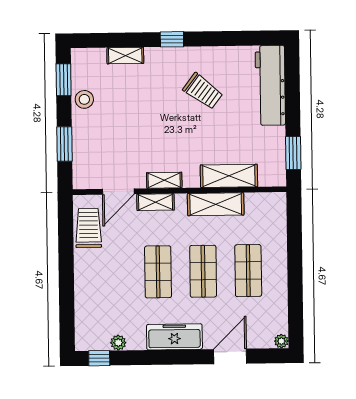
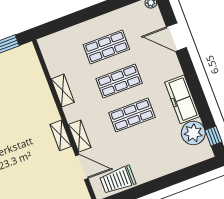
shelving: (229, 176) -> (40, 87), removed
shelving: (216, 204) -> (63, 91), width x0.67, depth x0.75
freezer: (174, 337) -> (182, 99), moved
plant: (118, 343) -> (193, 133), width x1.87, depth x1.87

